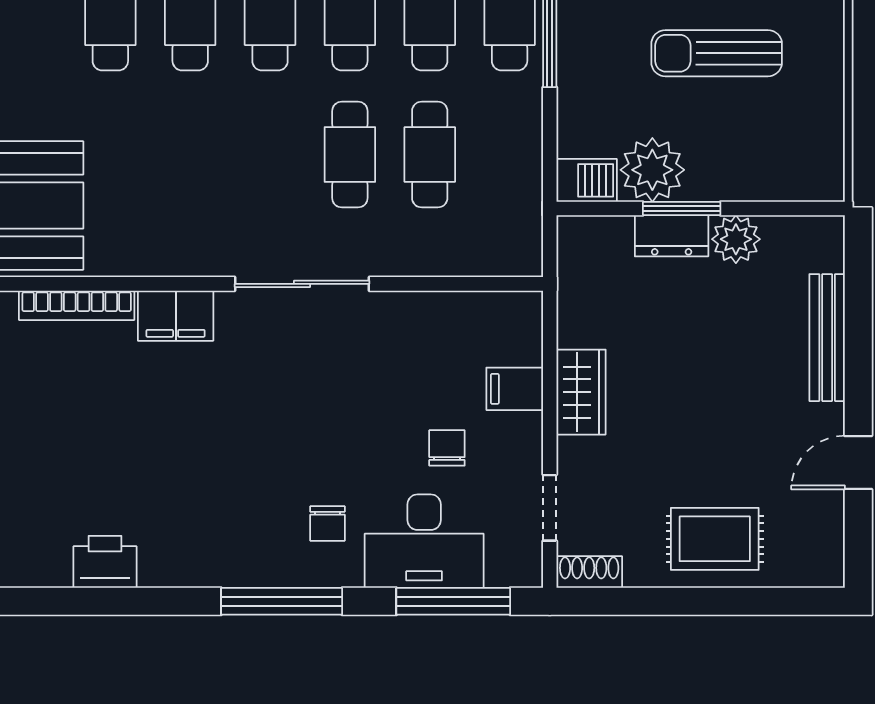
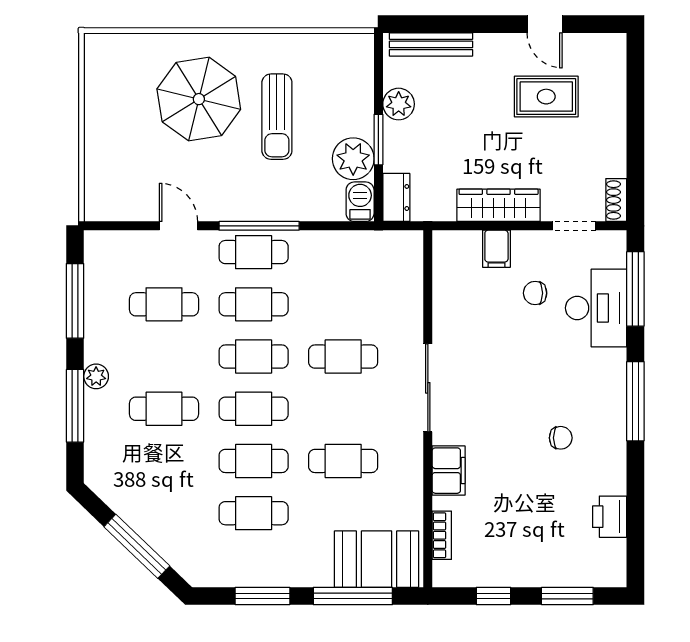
cafe table: (430, 155) -> (343, 461), moved
dresser: (672, 236) -> (396, 197), moved
bookcase: (77, 305) -> (442, 535), width x0.64
bench: (827, 338) -> (431, 44), moved
wardrobe: (581, 392) -> (499, 205), width x1.50
chair: (327, 524) -> (561, 438), moved
rug: (715, 539) -> (546, 97), moved, turned 90

